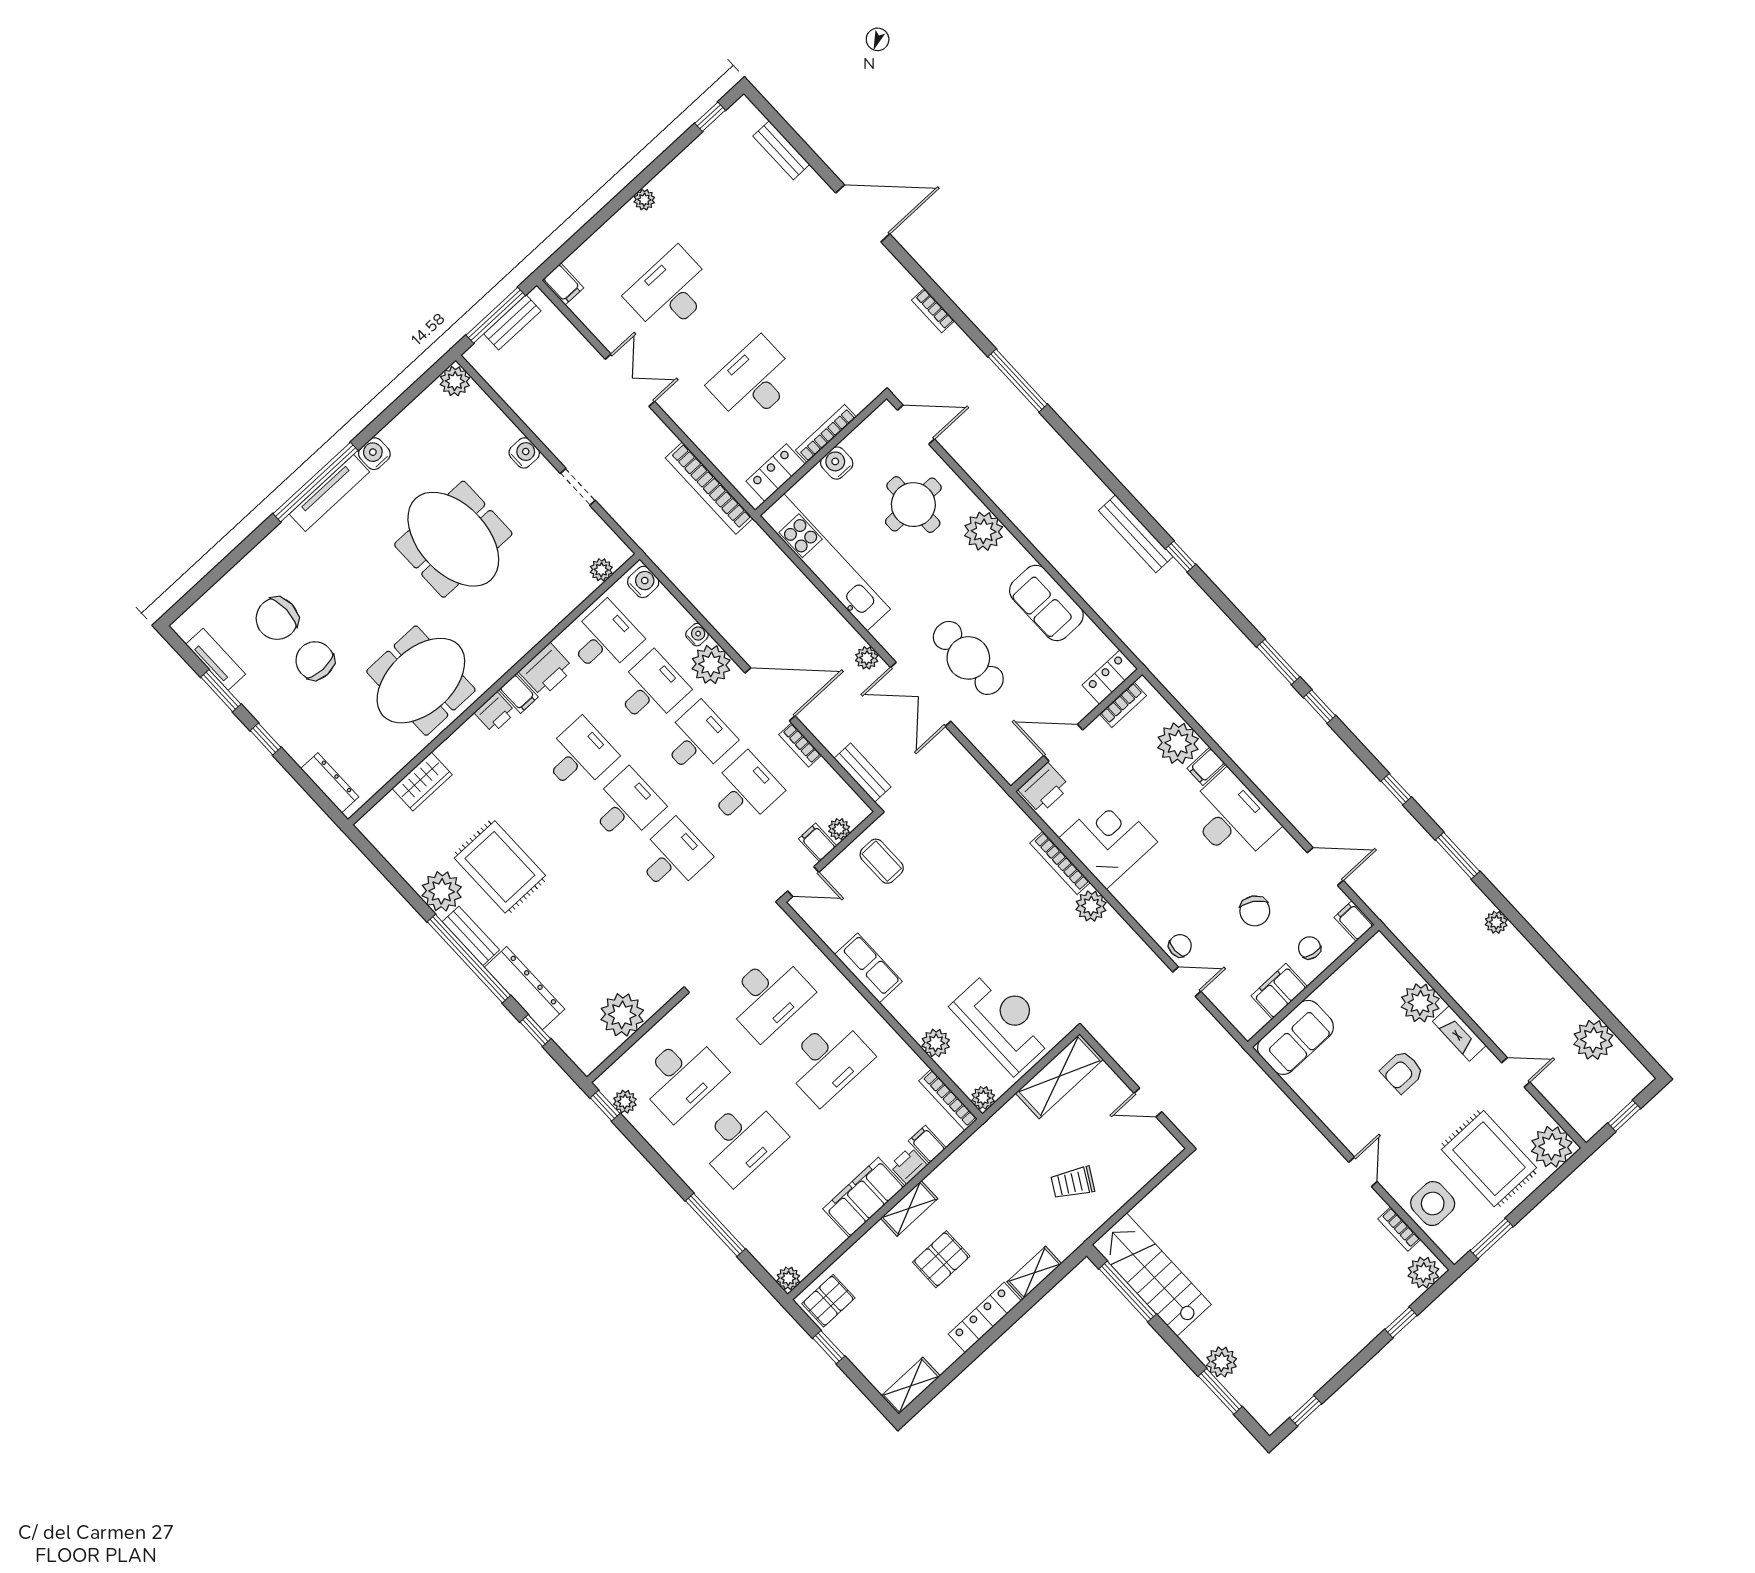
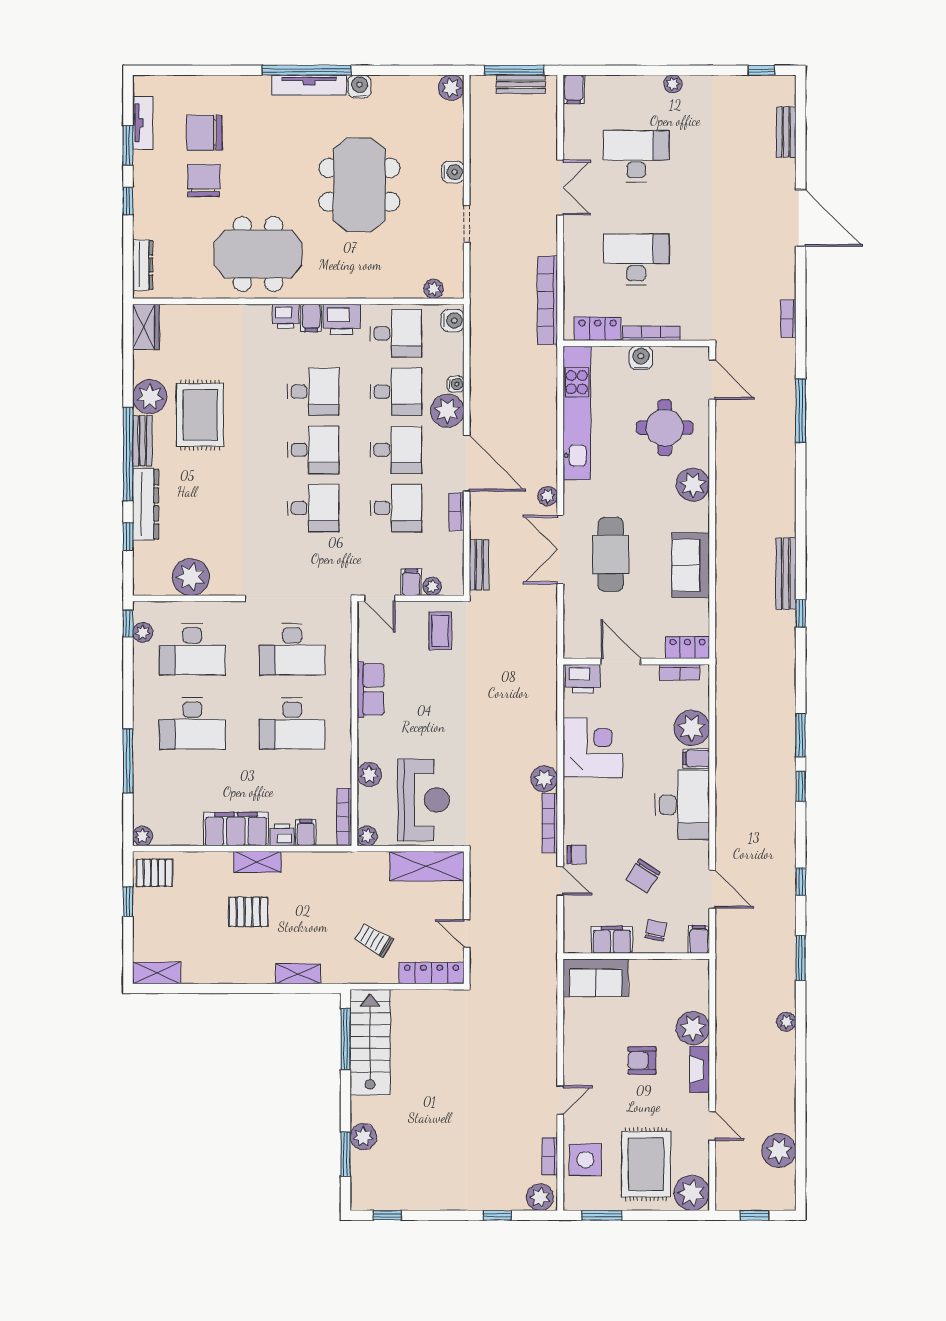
wardrobe: (422, 782) -> (146, 327), moved, turned -90
bookcase: (1060, 863) -> (550, 824), moved
locker: (985, 1317) -> (432, 973), moved

